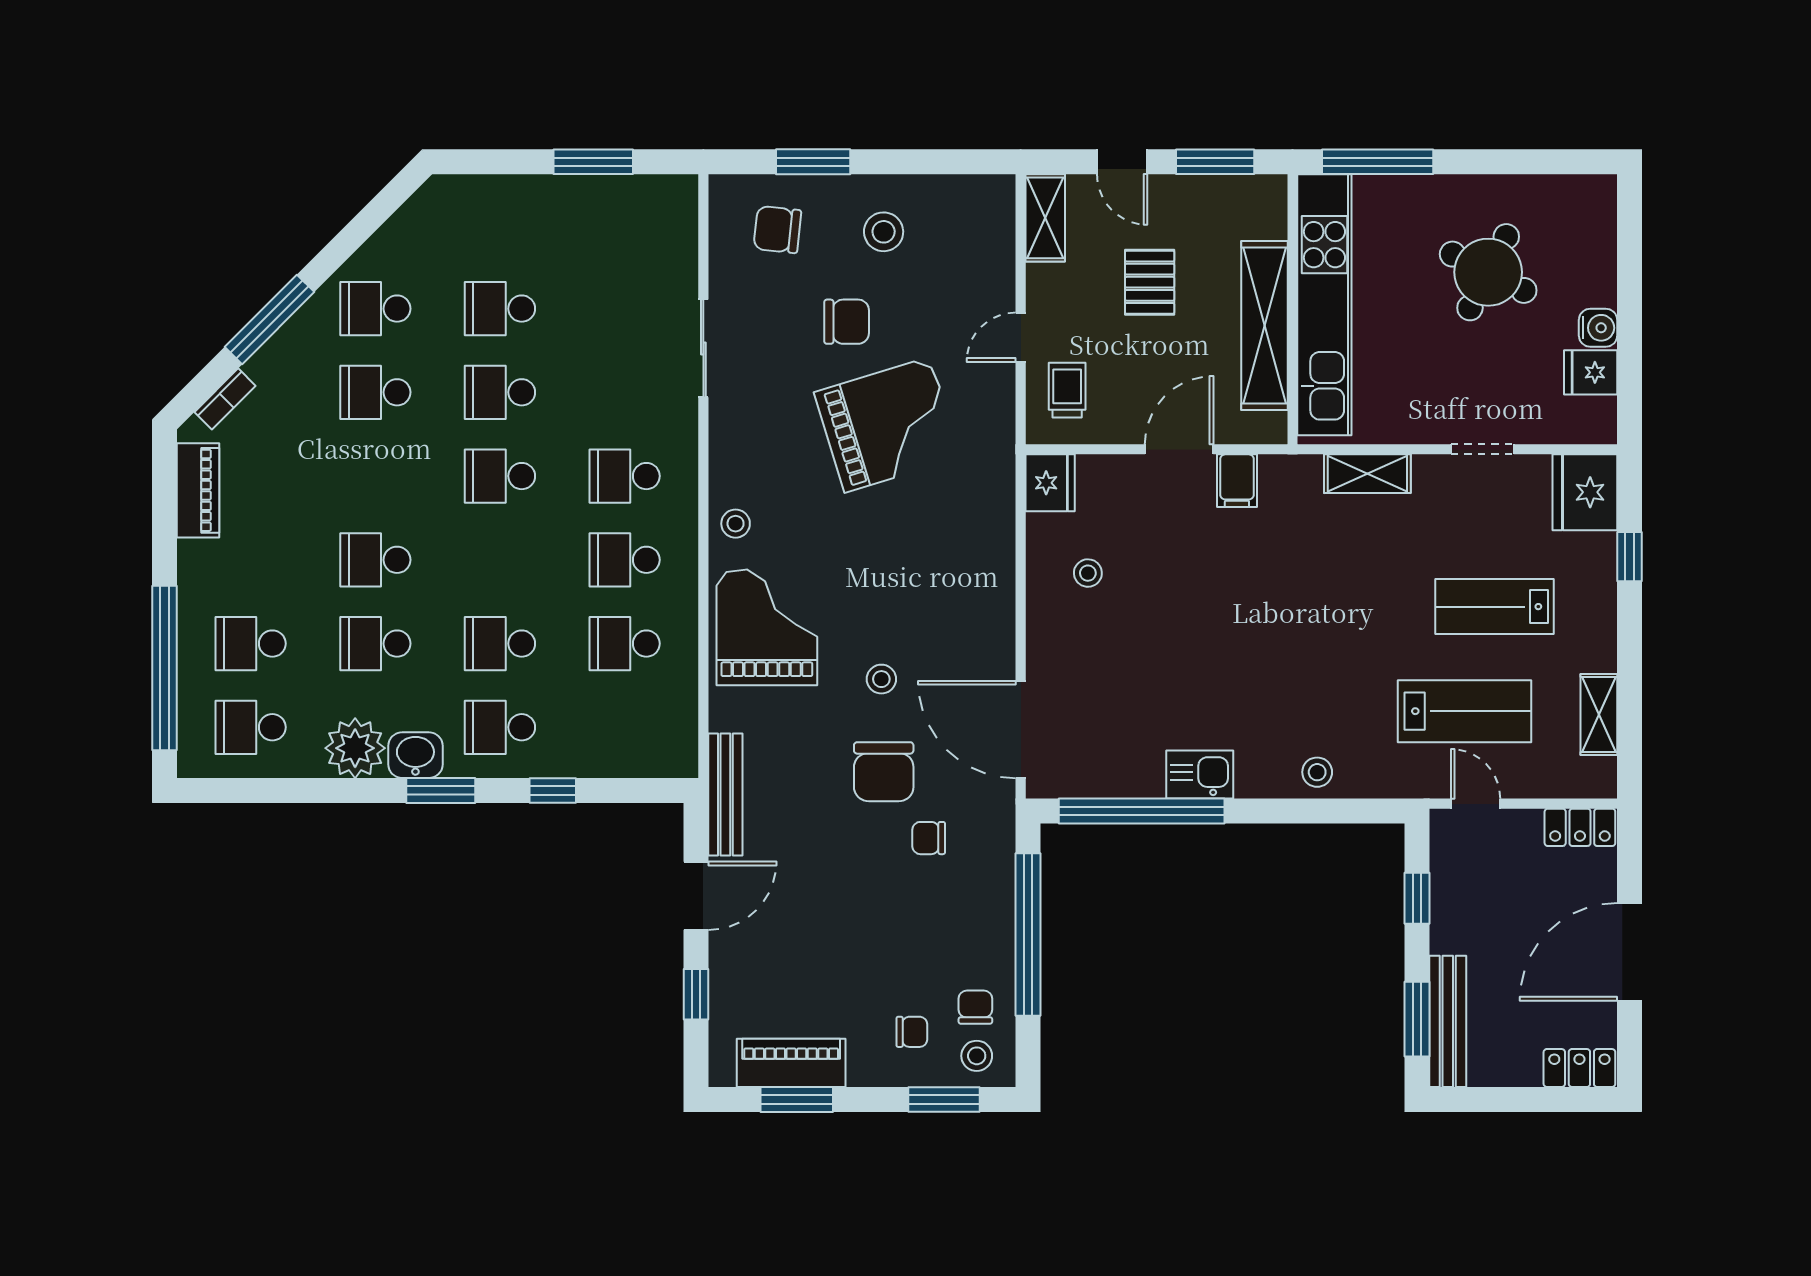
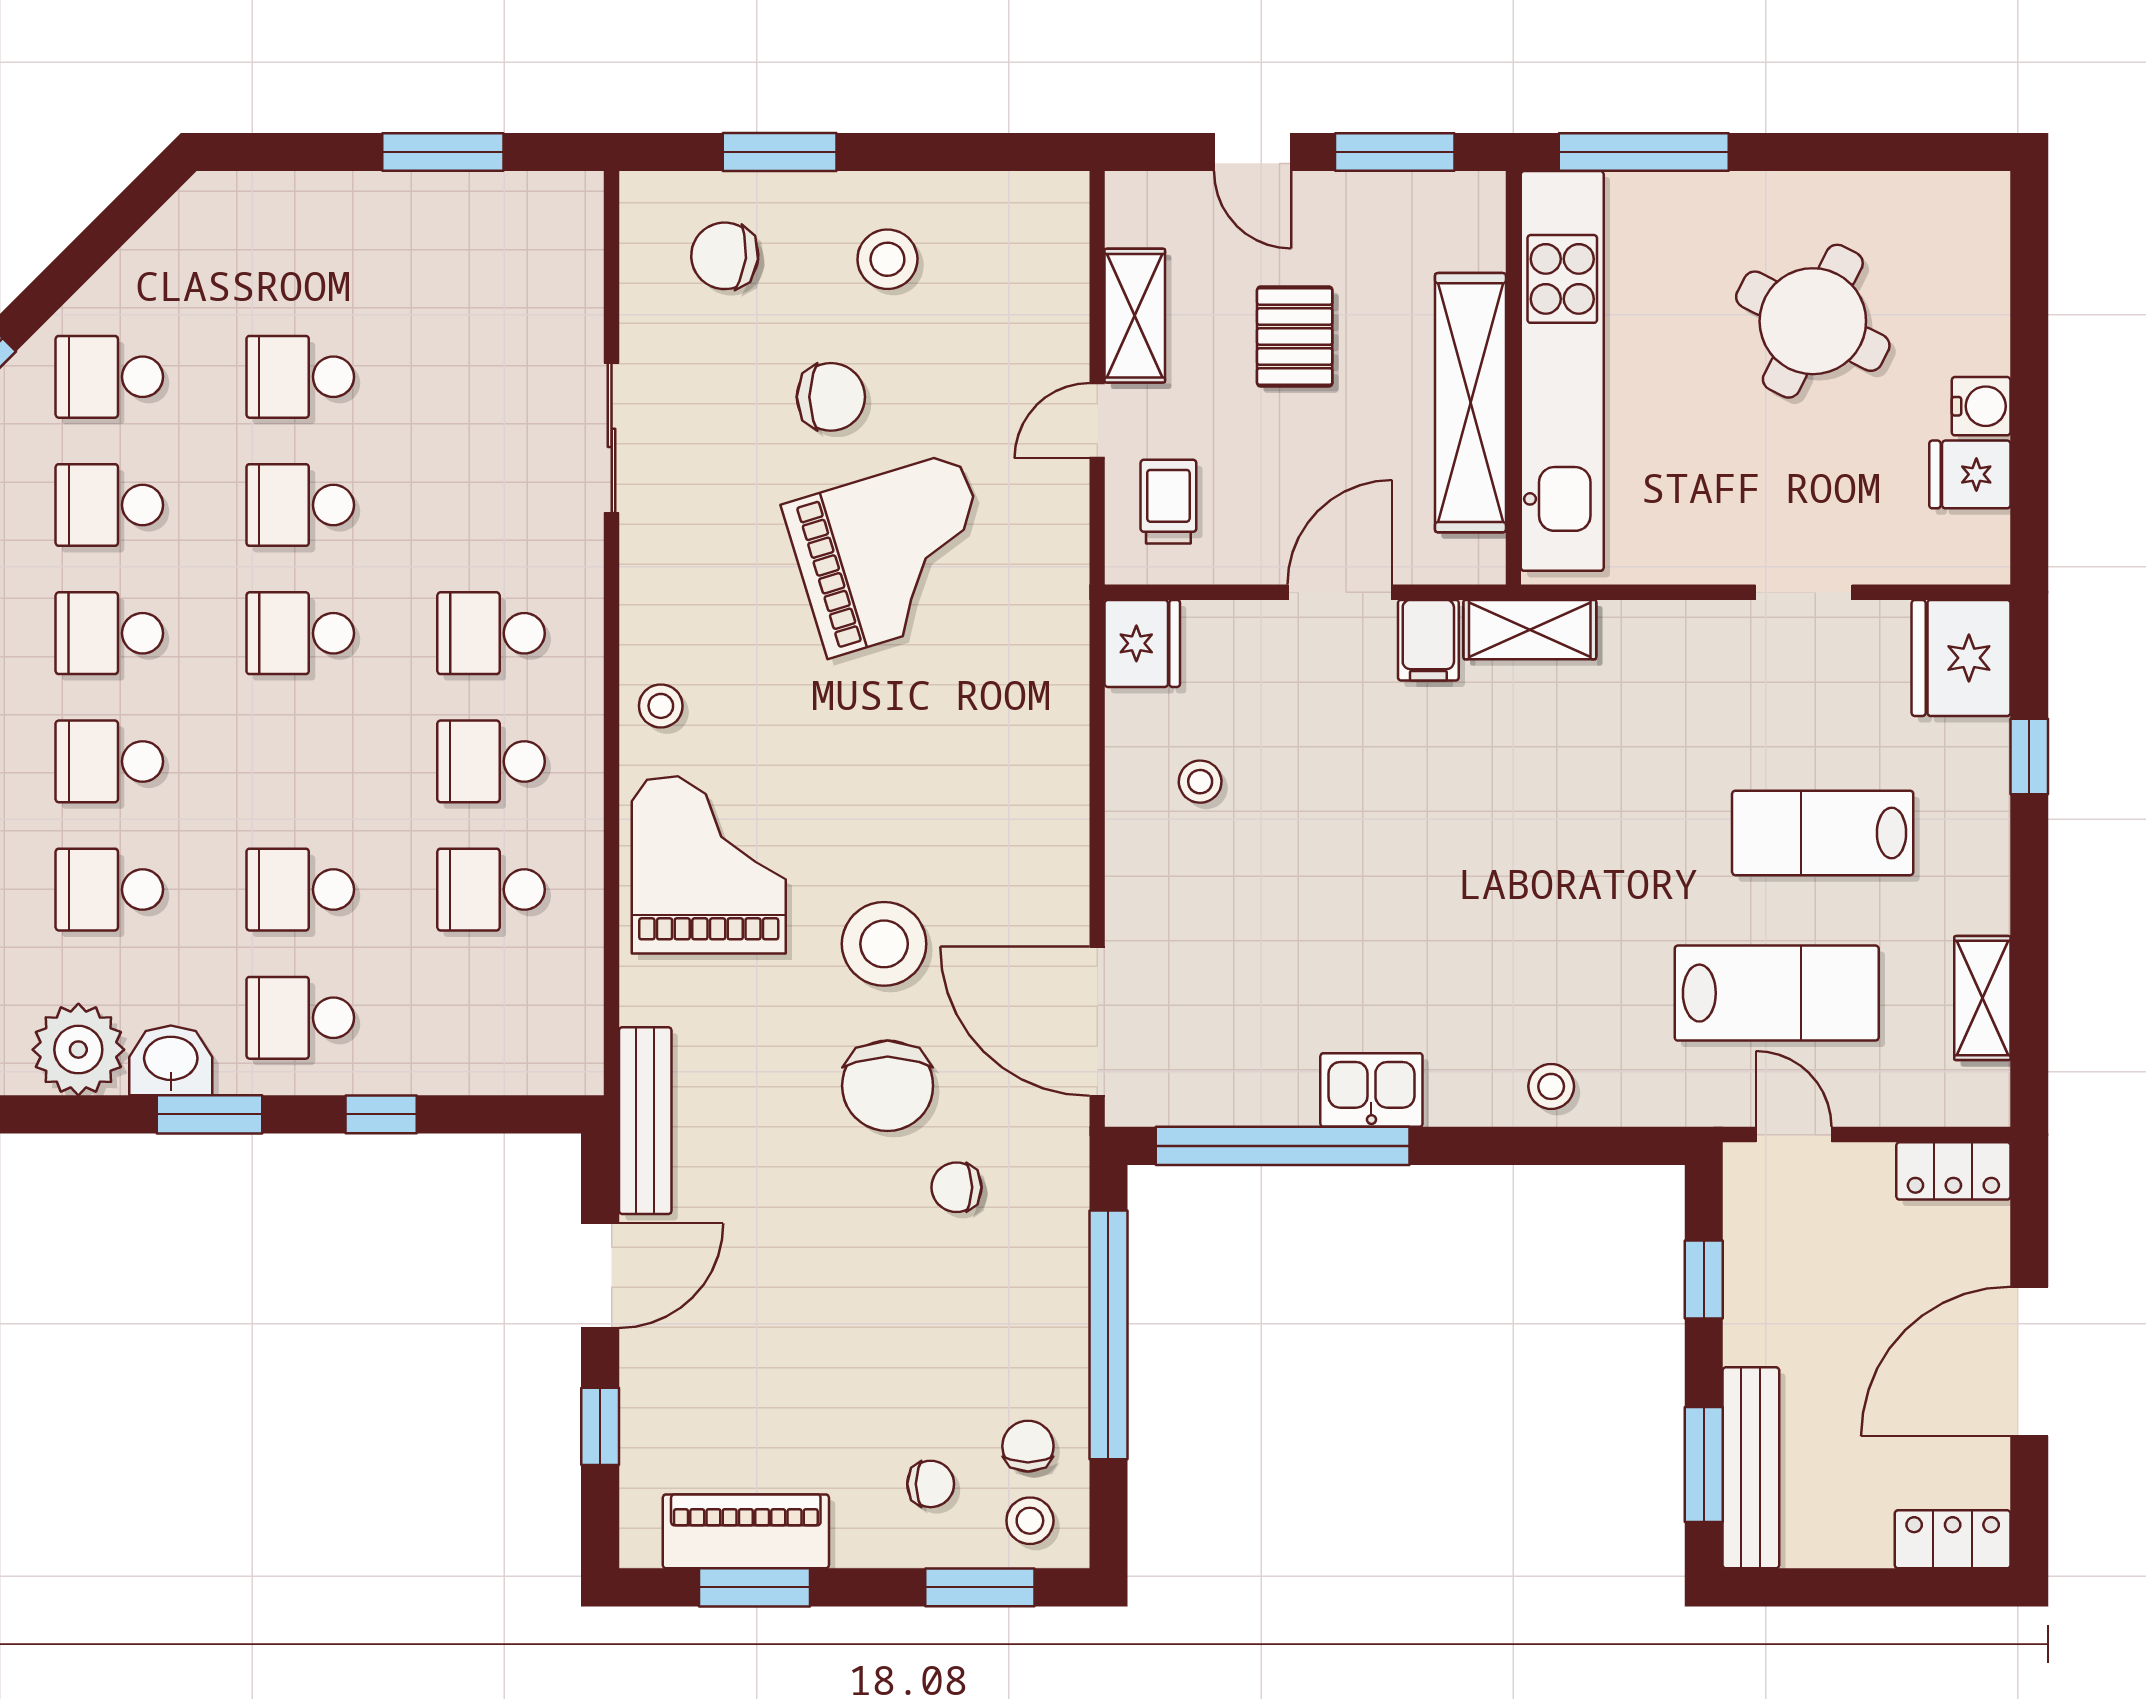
shelving: (1045, 218) -> (1135, 316), moved
shelving: (1367, 474) -> (1530, 630), moved
school desk: (375, 476) -> (109, 633), added
stool: (881, 679) -> (884, 944), width x1.89, depth x1.89

